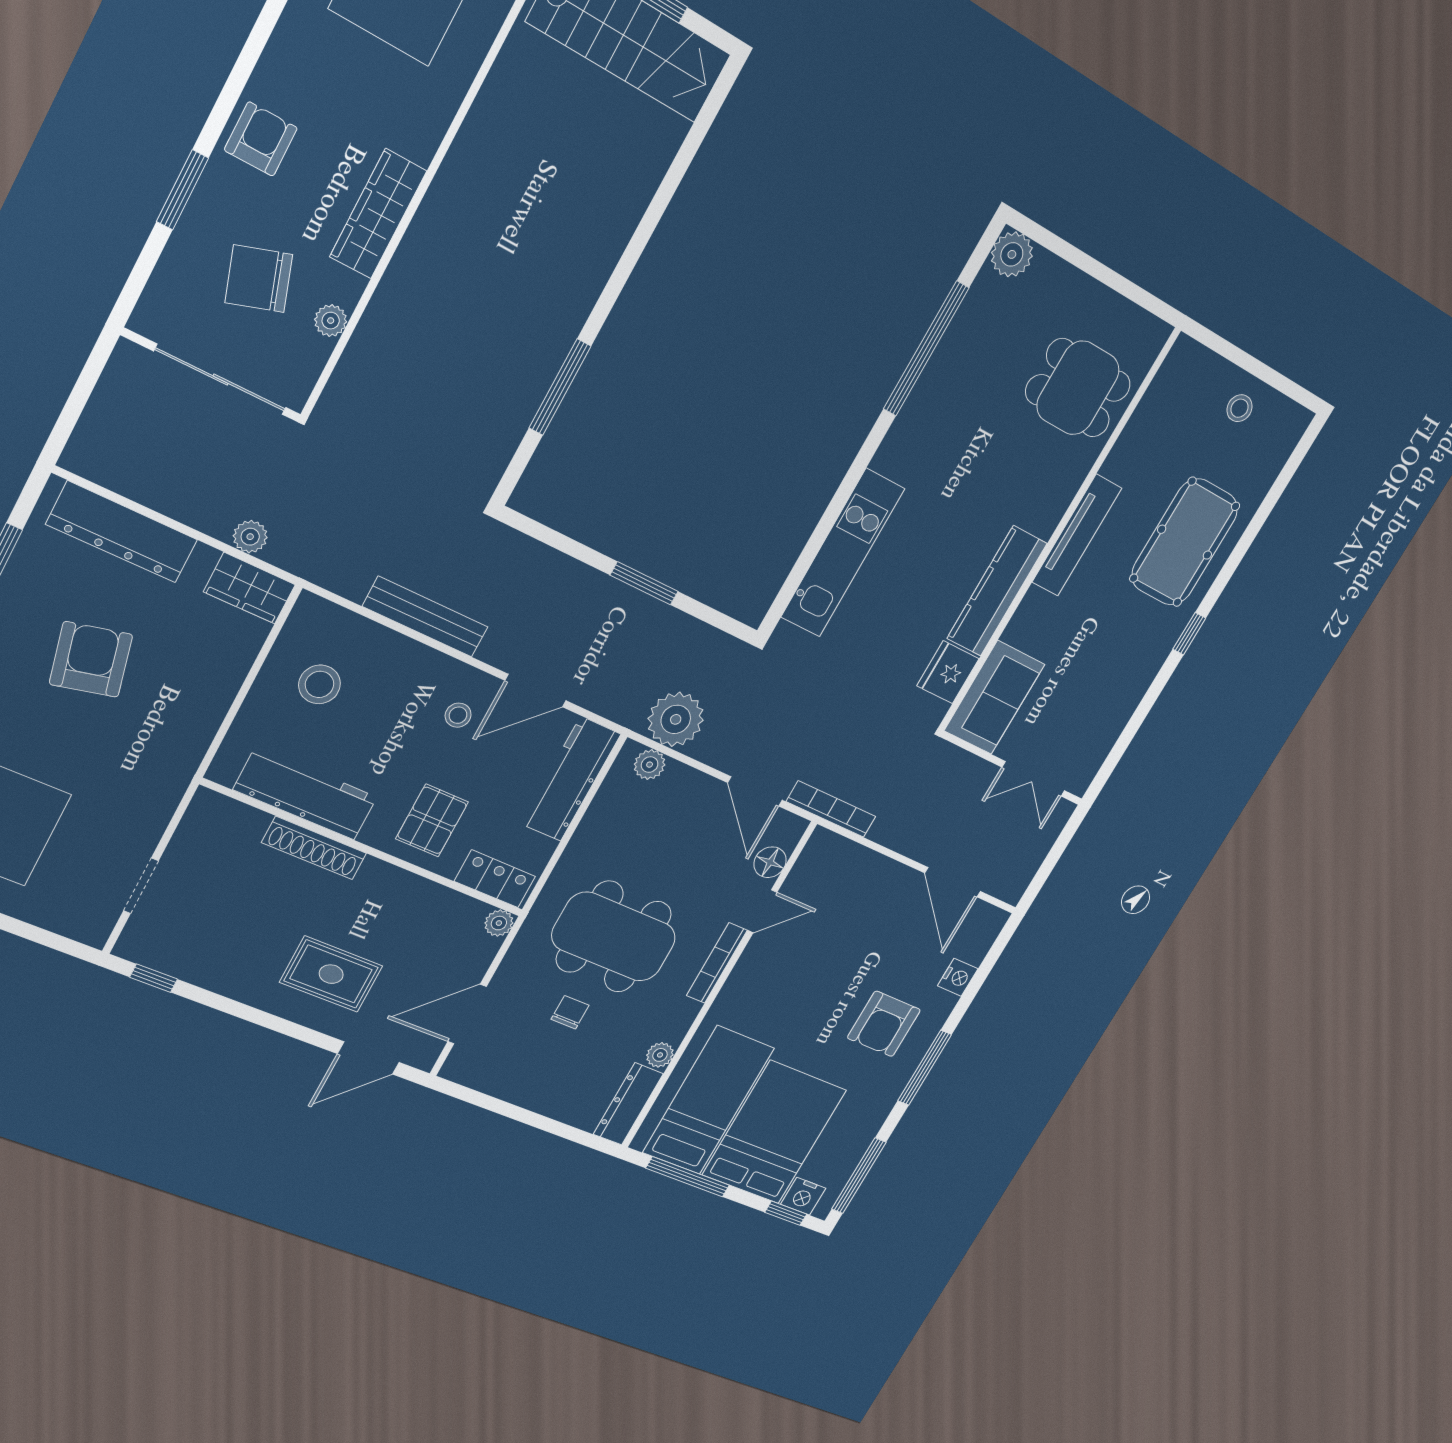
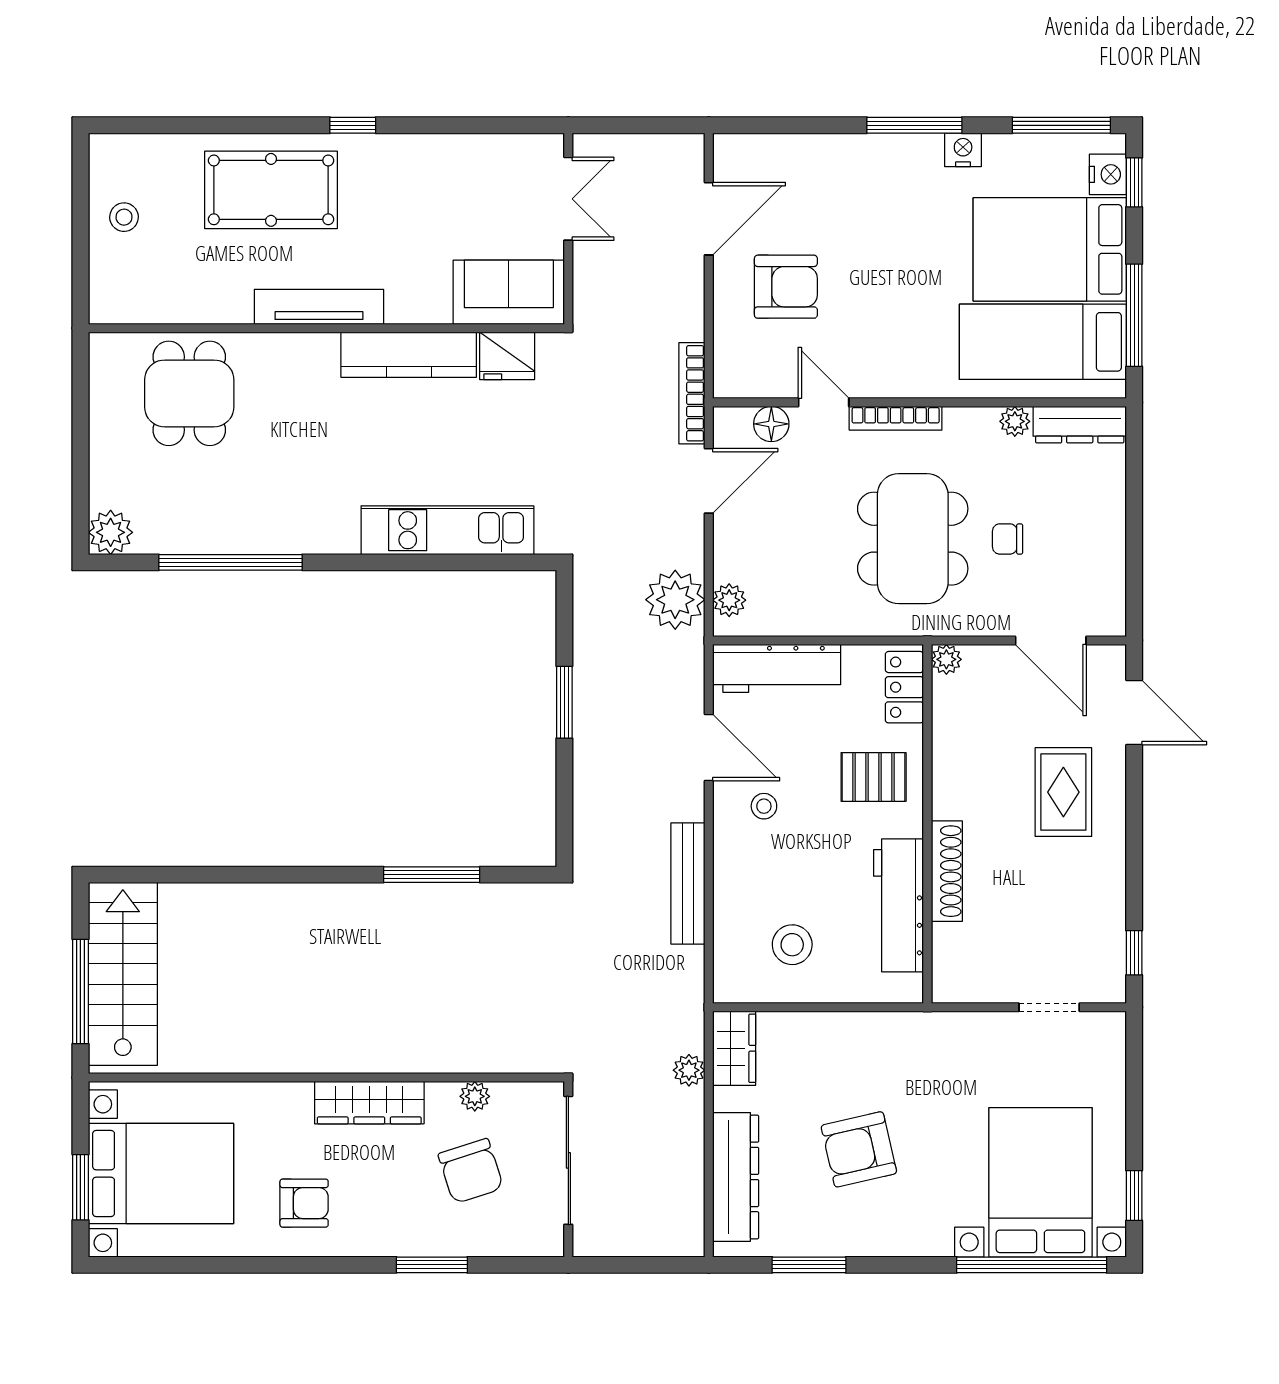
armchair: (261, 139) -> (304, 1203), moved, turned 180
nightstand: (958, 977) -> (963, 150), moved
armchair: (884, 1024) -> (786, 287), moved

